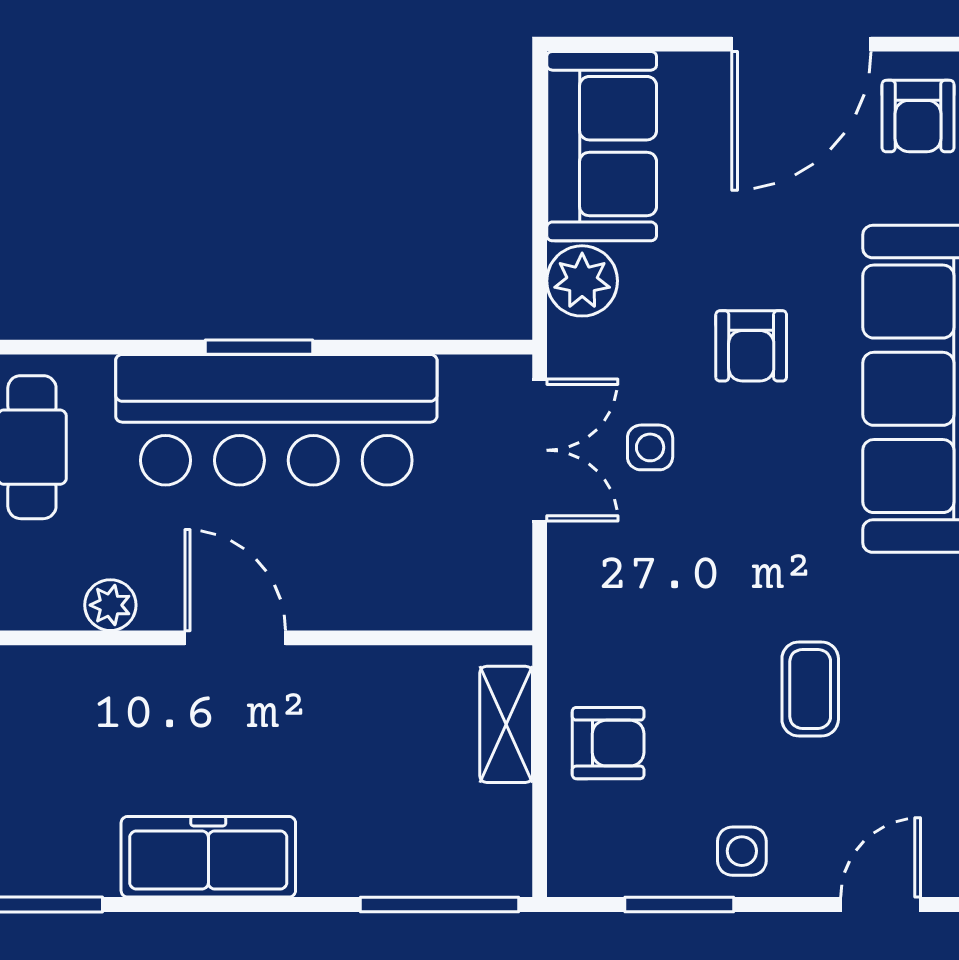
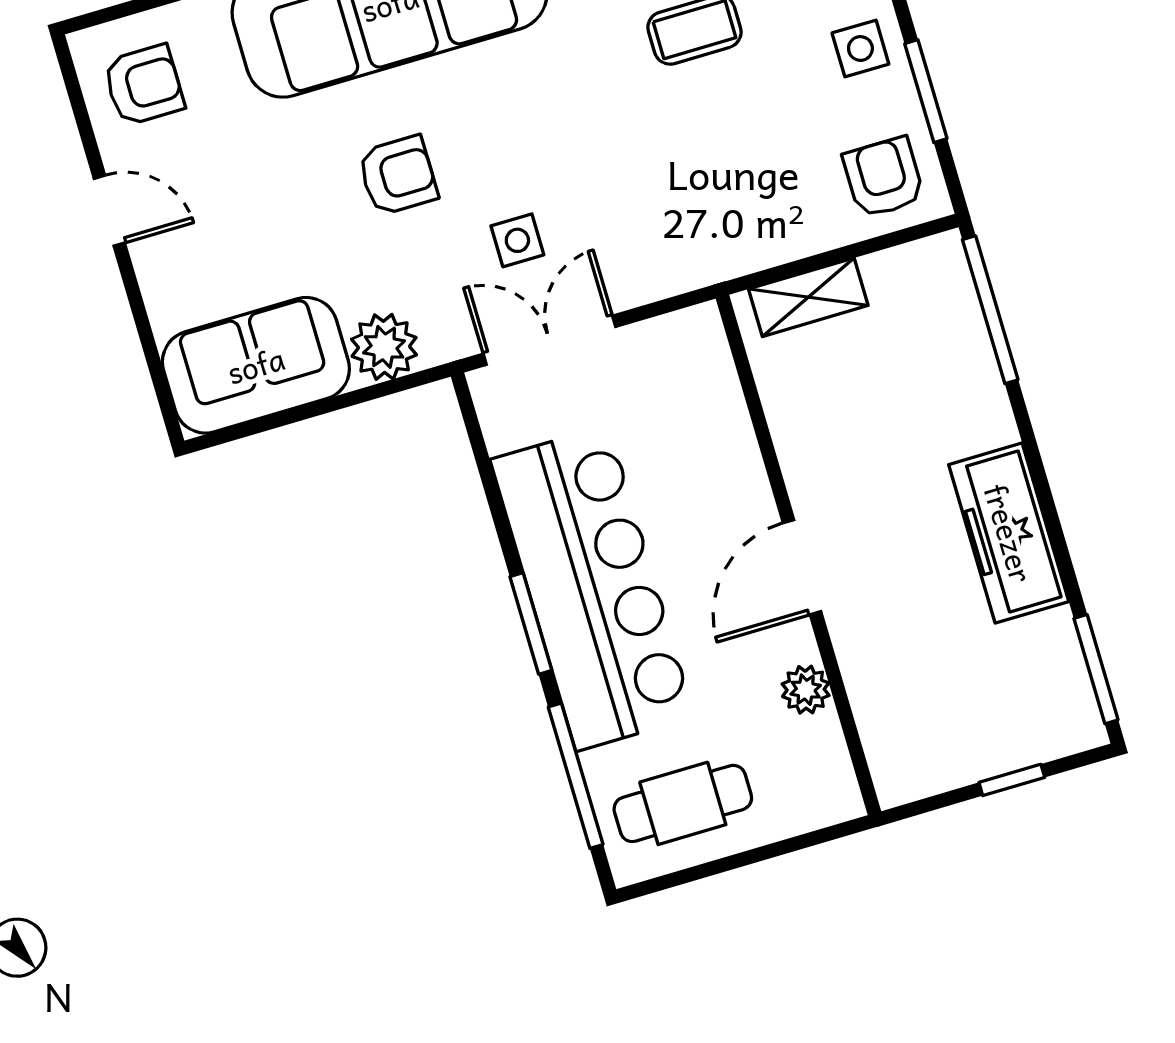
door: (801, 44) -> (109, 211), width x0.53
window: (92, 347) -> (576, 776), added
armchair: (608, 743) -> (884, 177), moved

